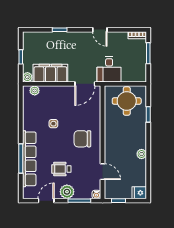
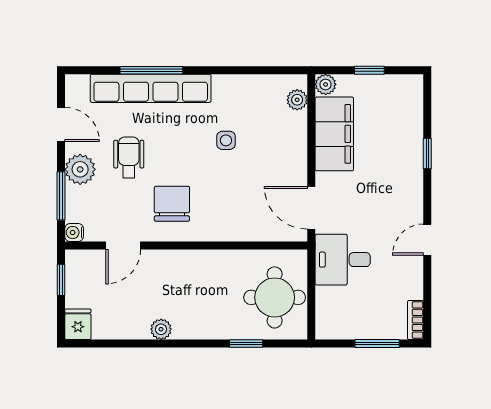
chair: (82, 139) -> (172, 204), moved

